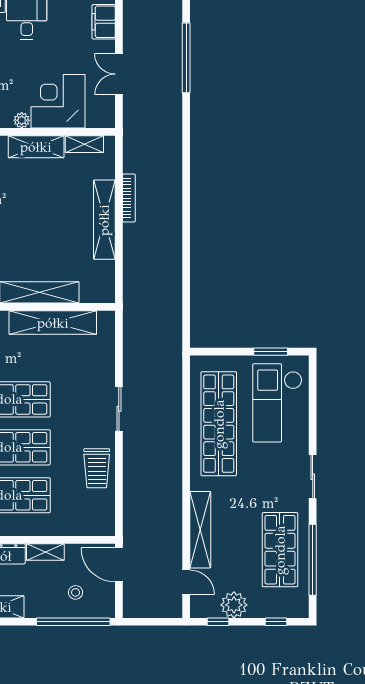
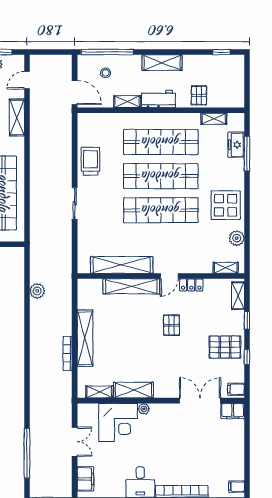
plant: (172, 286) -> (37, 291), added
shelving: (200, 530) -> (17, 117), width x0.68
door: (186, 582) -> (27, 80), hinge flipped

